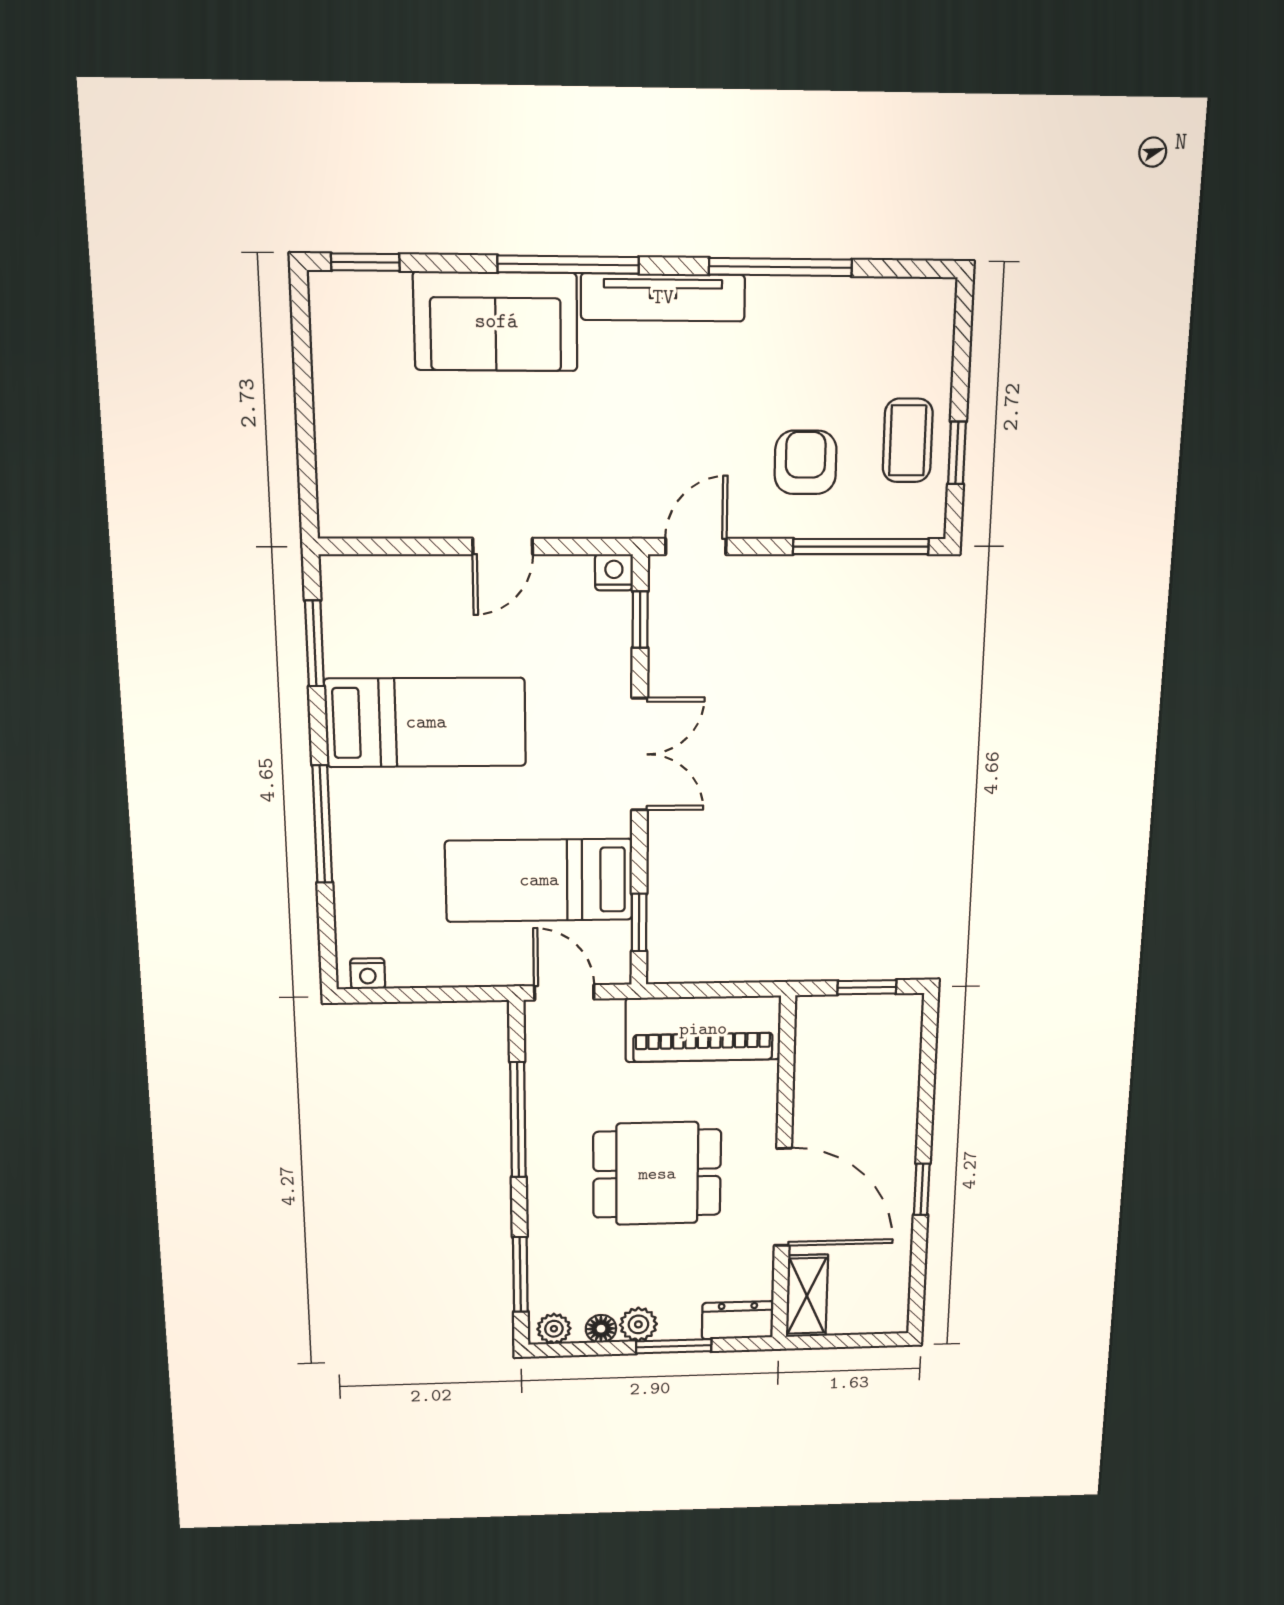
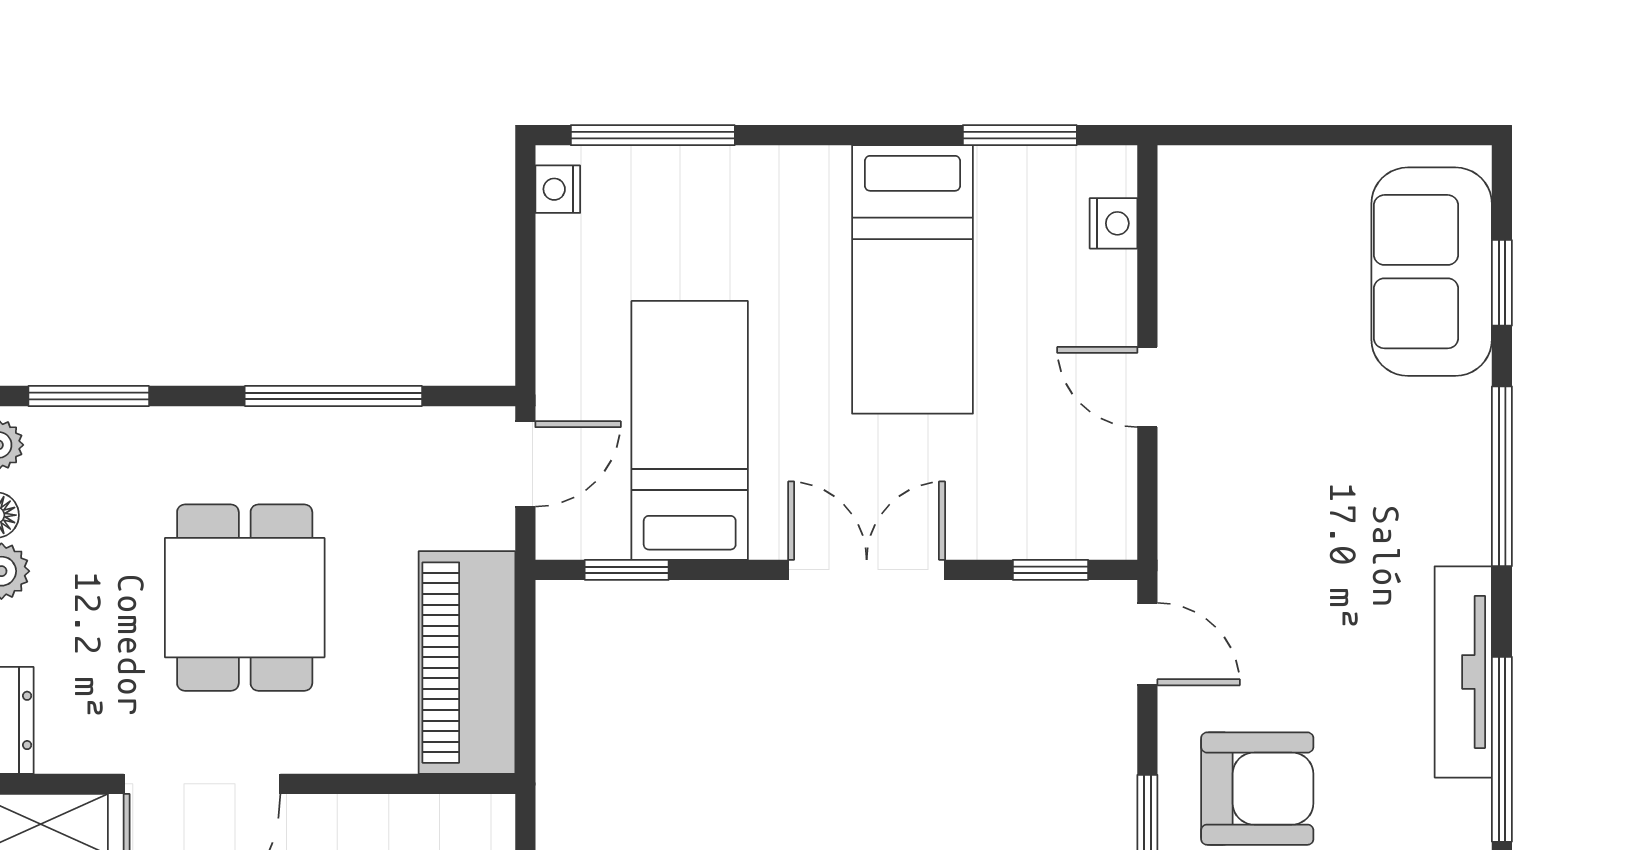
window: (365, 262) -> (1502, 283), moved
tv unit: (663, 297) -> (1463, 672), moved
sofa: (496, 321) -> (1432, 272), moved
armchair: (806, 462) -> (1257, 789), width x1.38, depth x1.38
nightstand: (614, 572) -> (1114, 223), moved
double door: (640, 754) -> (867, 570), swing flipped
window: (322, 824) -> (653, 135), moved

